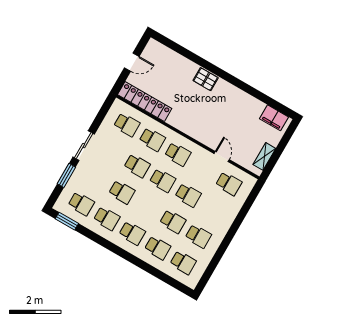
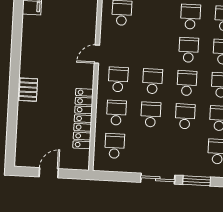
door: (132, 62) -> (49, 173), hinge flipped
locker: (145, 102) -> (83, 119), moved
door: (222, 157) -> (97, 54), moved
school desk: (188, 195) -> (187, 83), moved

